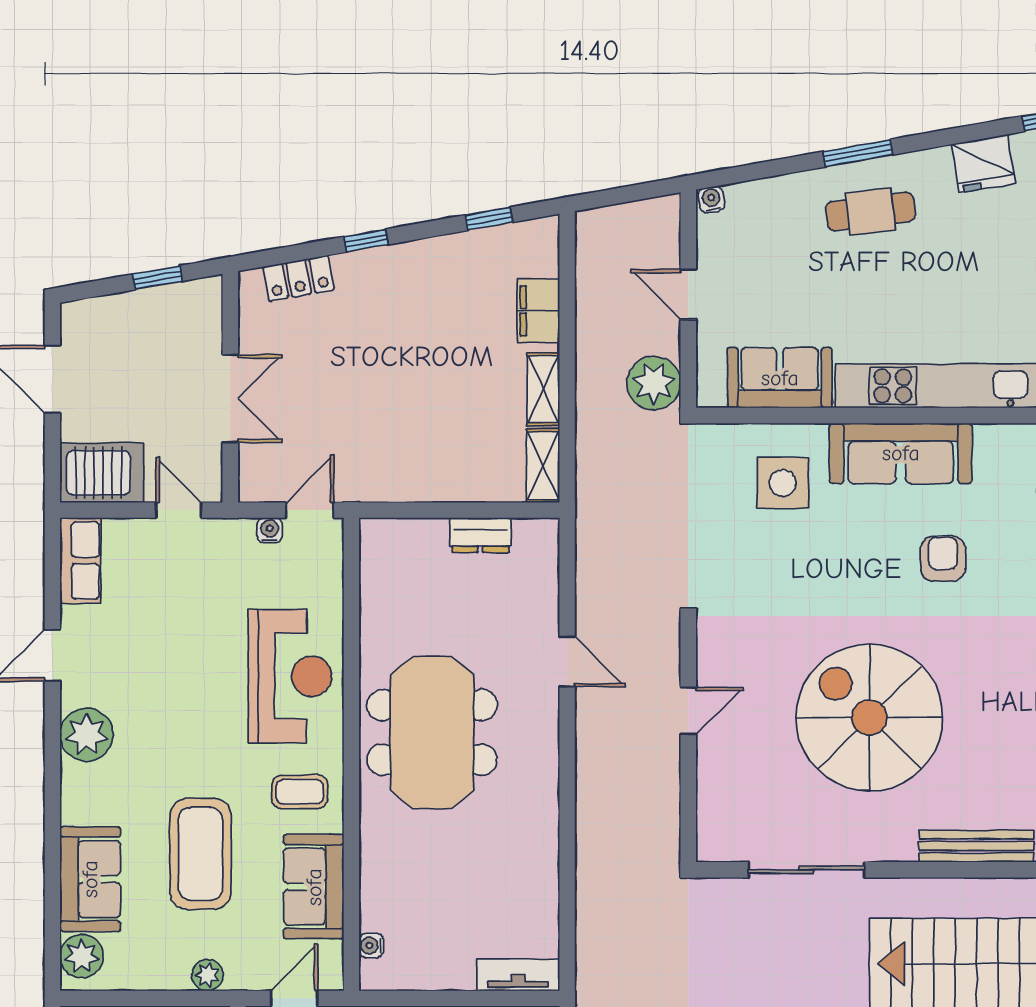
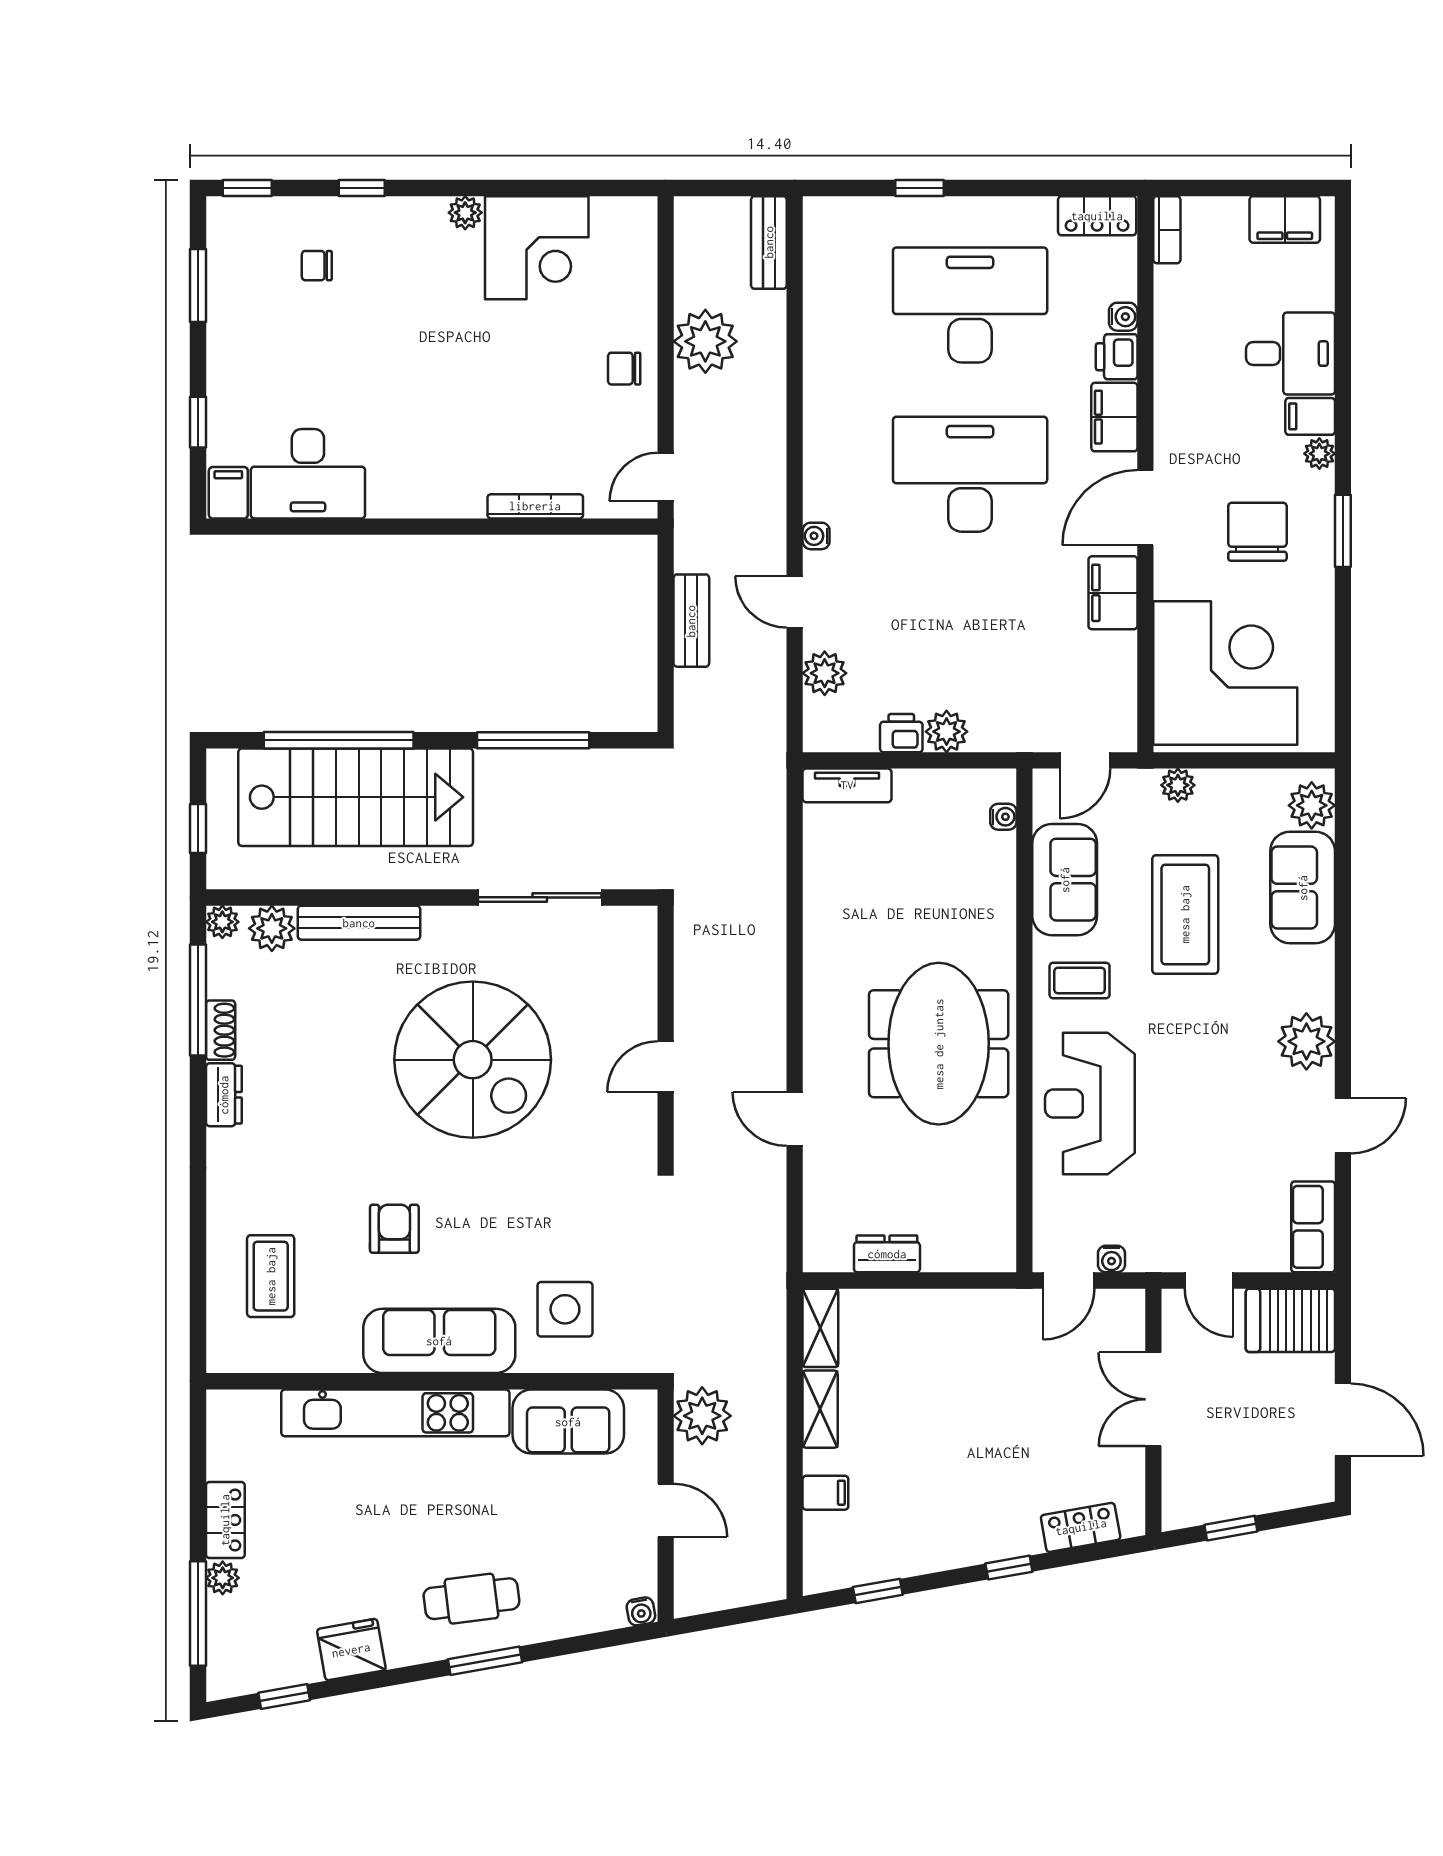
filing cabinet: (538, 311) -> (825, 1493), width x0.50
armchair: (943, 559) -> (394, 1229), turned 180

